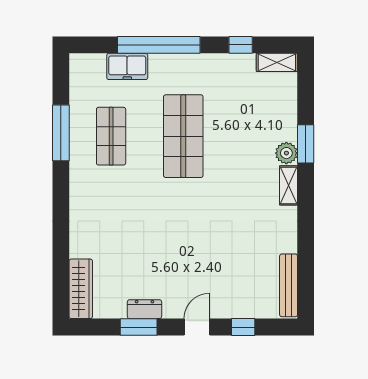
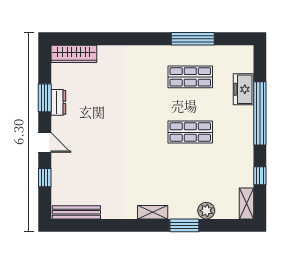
shop shelf: (183, 136) -> (190, 132), width x0.70, depth x0.74
plant: (286, 153) -> (206, 211), moved

